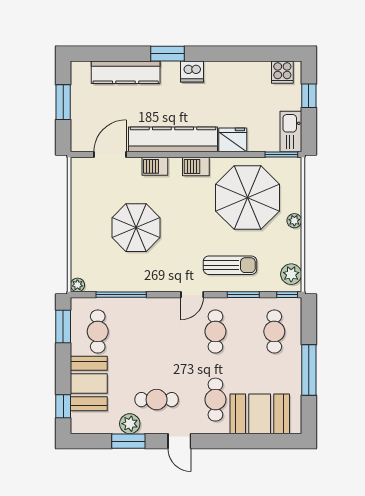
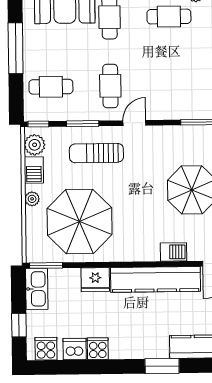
dishwasher: (192, 71) -> (75, 349), moved
cooker: (231, 72) -> (98, 349), added
barbecue: (196, 167) -> (34, 170), moved, turned 90
cafe table: (274, 331) -> (51, 87), turned 90

